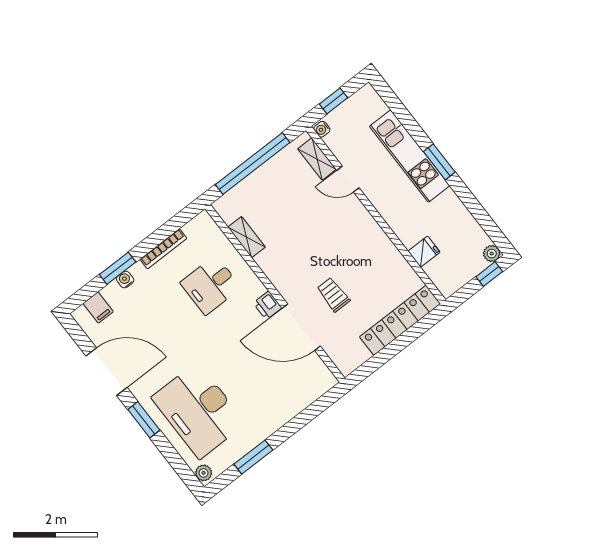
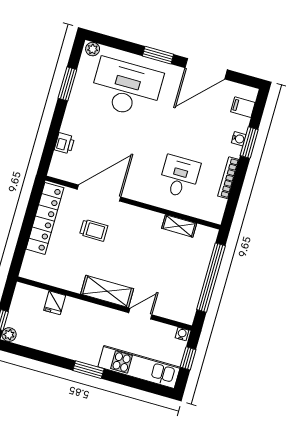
kitchen unit: (410, 156) -> (139, 367), moved
shelving: (317, 159) -> (107, 291), moved, width x1.50, depth x1.33
printer: (268, 305) -> (64, 143), moved, turned 90
locker: (400, 320) -> (45, 218), moved

